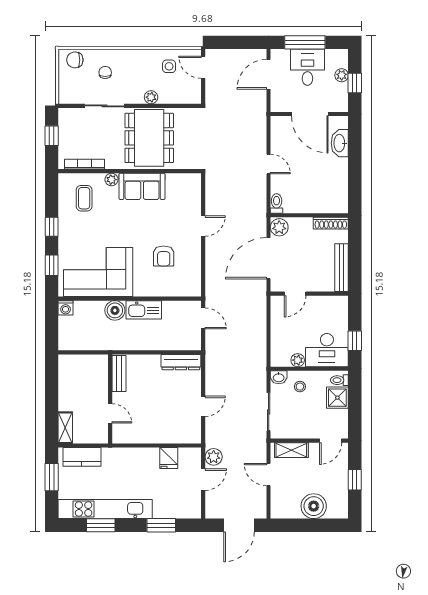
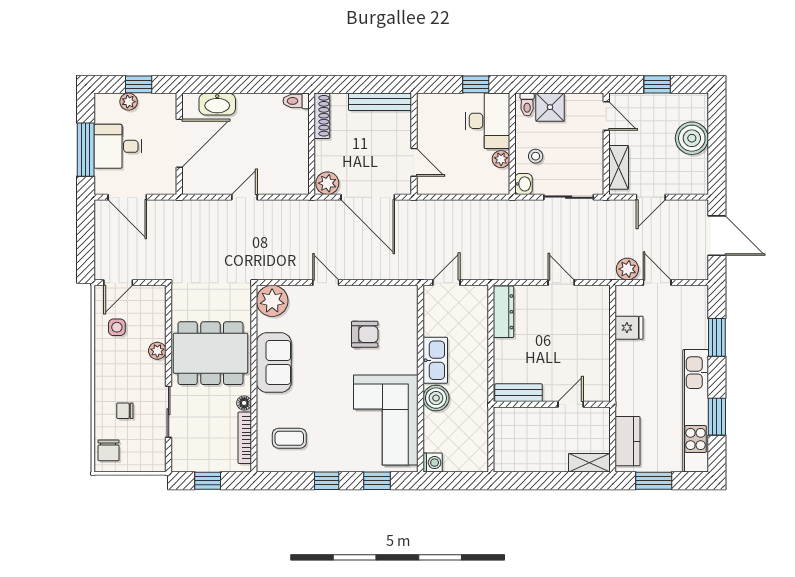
floor lamp: (111, 164) -> (244, 403), added
plant: (111, 180) -> (272, 301), moved, width x1.87, depth x1.87
toilet: (277, 203) -> (296, 101), moved

